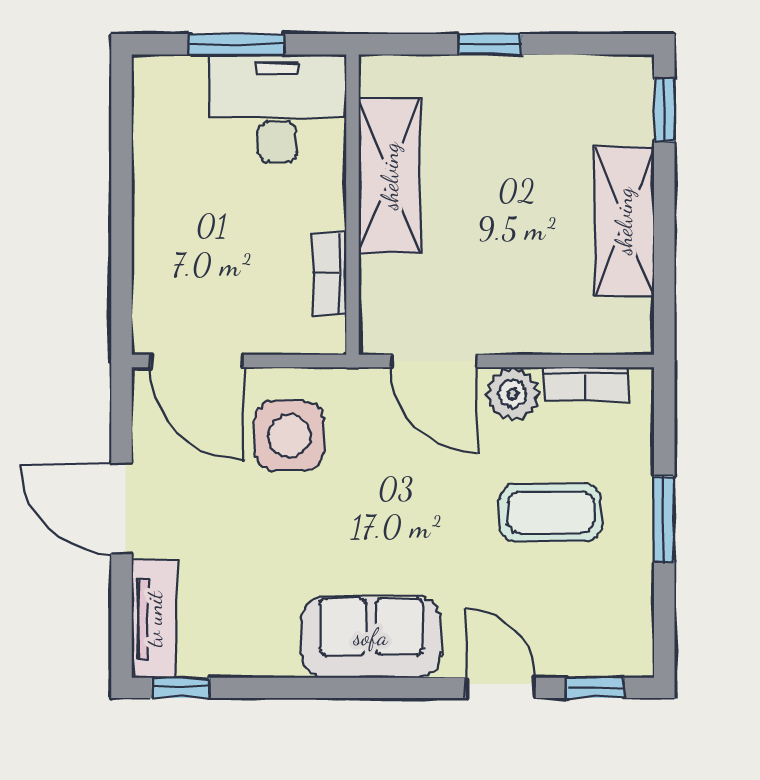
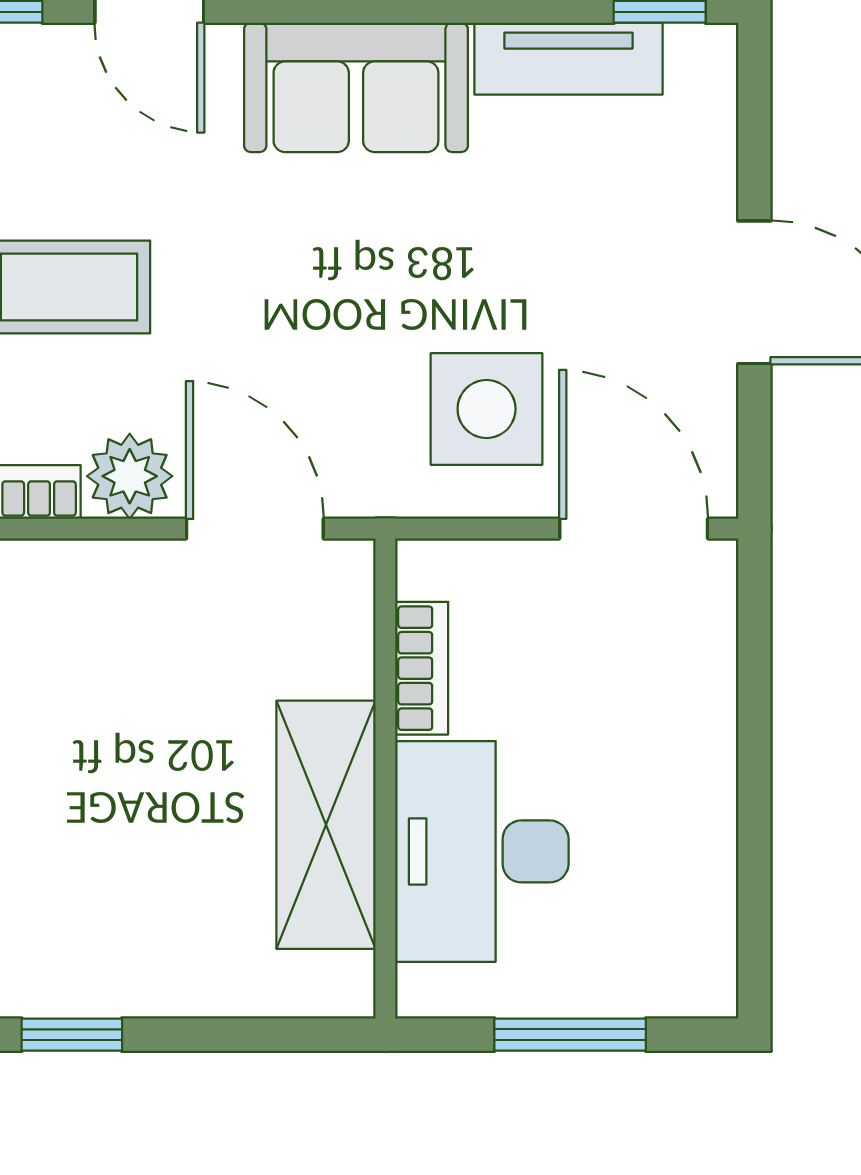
window: (490, 44) -> (72, 1035), moved
desk: (277, 109) -> (482, 851), moved, turned 90
tv unit: (154, 619) -> (569, 59), moved, turned -90

